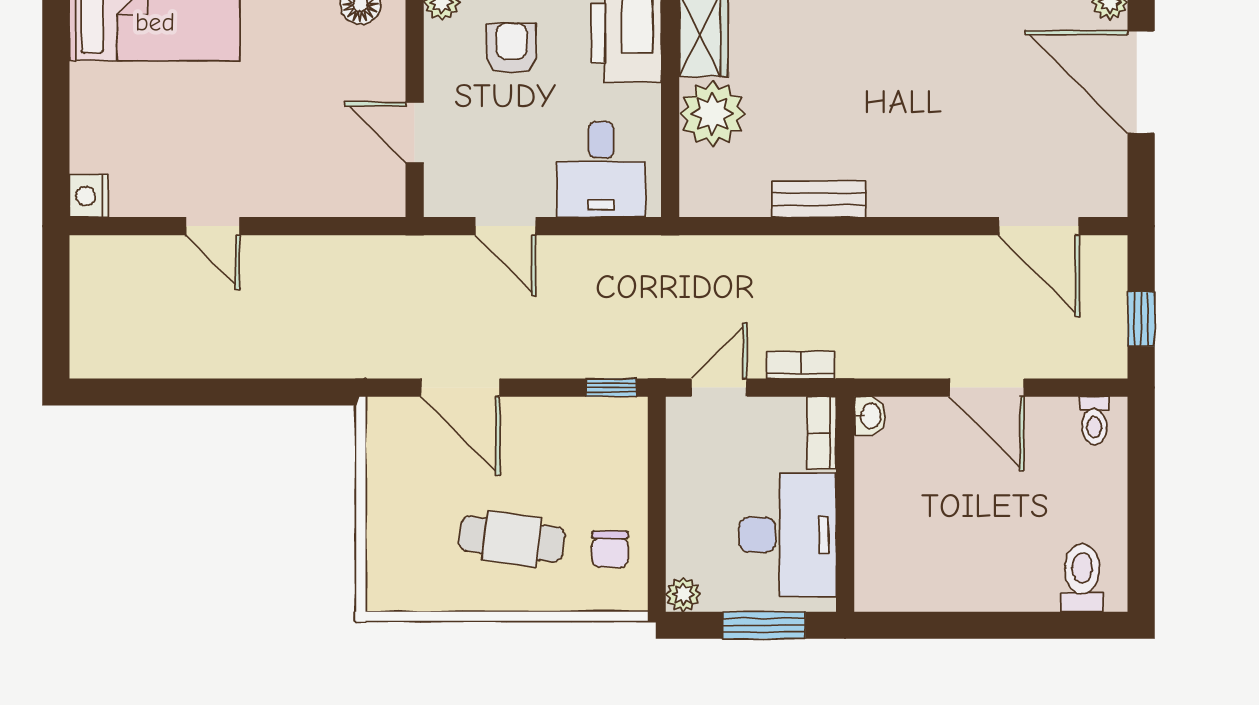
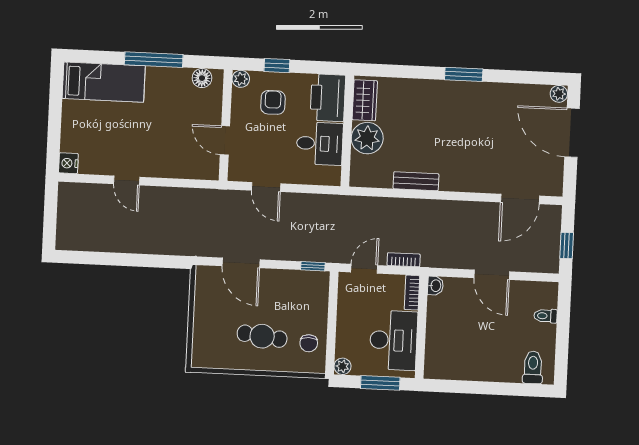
desk: (601, 169) -> (320, 144), moved, turned -90
door: (1039, 226) -> (520, 199), hinge flipped
toilet: (1094, 421) -> (545, 316), moved, turned 90

